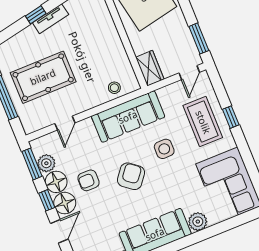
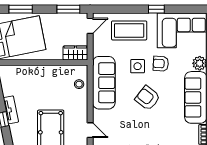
door: (189, 73) -> (90, 26), hinge flipped
window: (231, 117) -> (156, 9), moved
armchair: (88, 180) -> (161, 64), moved, turned 93

